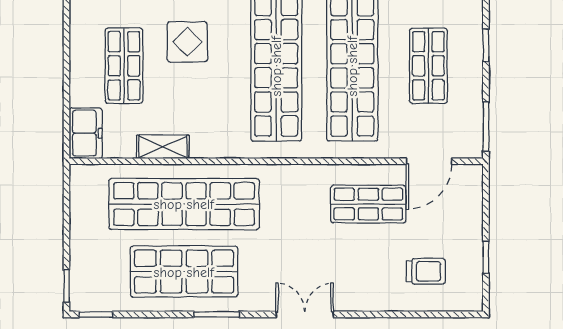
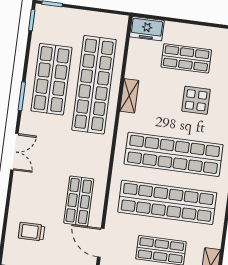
shelving: (163, 147) -> (129, 96), moved
trolley: (426, 271) -> (32, 232), turned 90

